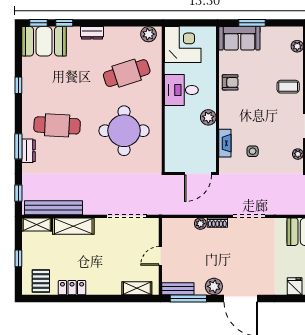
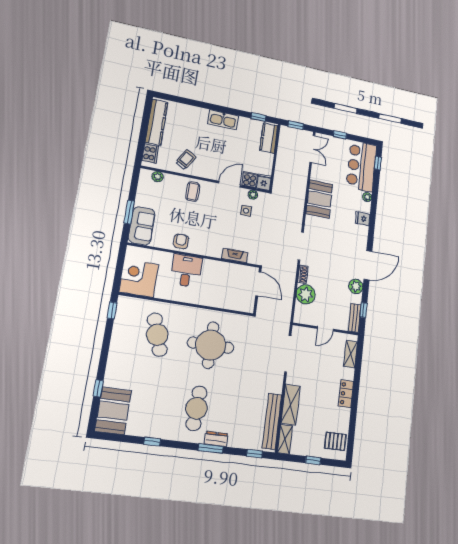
window: (39, 23) -> (112, 310), moved
dresser: (92, 33) -> (113, 362), removed
plant: (148, 34) -> (124, 309), removed
desk: (181, 90) -> (186, 271), moved, turned 180
plant: (208, 117) -> (210, 266), removed
side table: (253, 151) -> (246, 211), moved
plant: (200, 224) -> (306, 294), width x1.87, depth x1.87
door: (160, 256) -> (325, 329), hinge flipped
locker: (72, 288) -> (346, 394), moved
window: (188, 298) -> (364, 310), width x0.46

